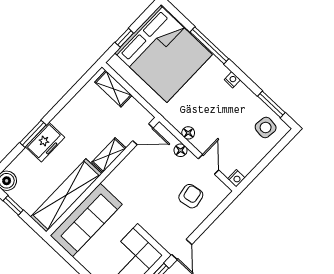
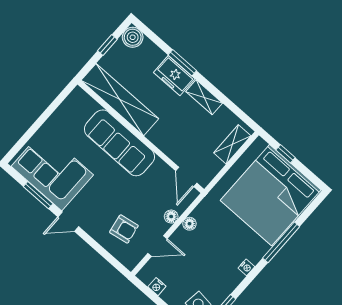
shelving: (109, 155) -> (204, 97), moved
nightstand: (236, 178) -> (157, 287), moved
sofa: (86, 220) -> (119, 143), moved

